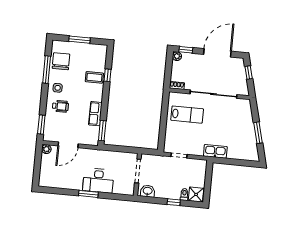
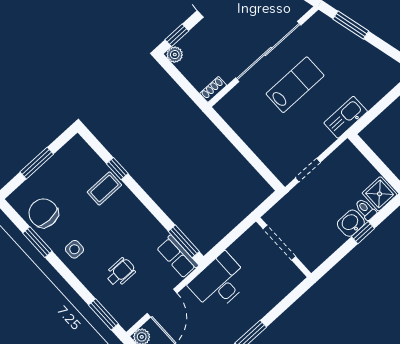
window: (47, 70) -> (37, 242), width x0.69
wheelchair: (60, 106) -> (120, 272), moved
row of seats: (95, 114) -> (177, 257), moved
lab bench: (187, 115) -> (295, 85), moved
window: (258, 133) -> (351, 25), moved
desk: (98, 181) -> (219, 283), moved, turned 180
washbasin: (148, 191) -> (351, 223), moved

